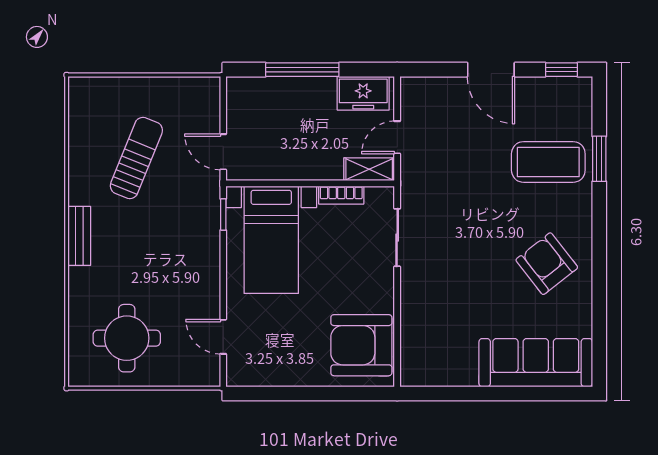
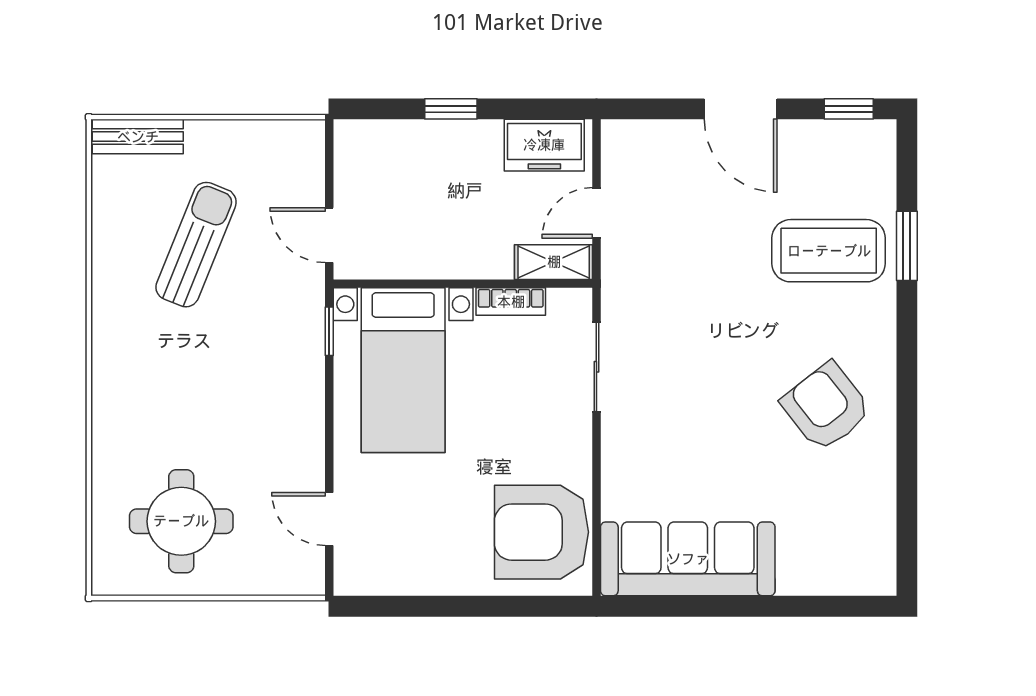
window: (302, 70) -> (451, 109), width x0.46
bench: (79, 236) -> (138, 137), moved, turned 90
sofa: (536, 363) -> (688, 559), moved

